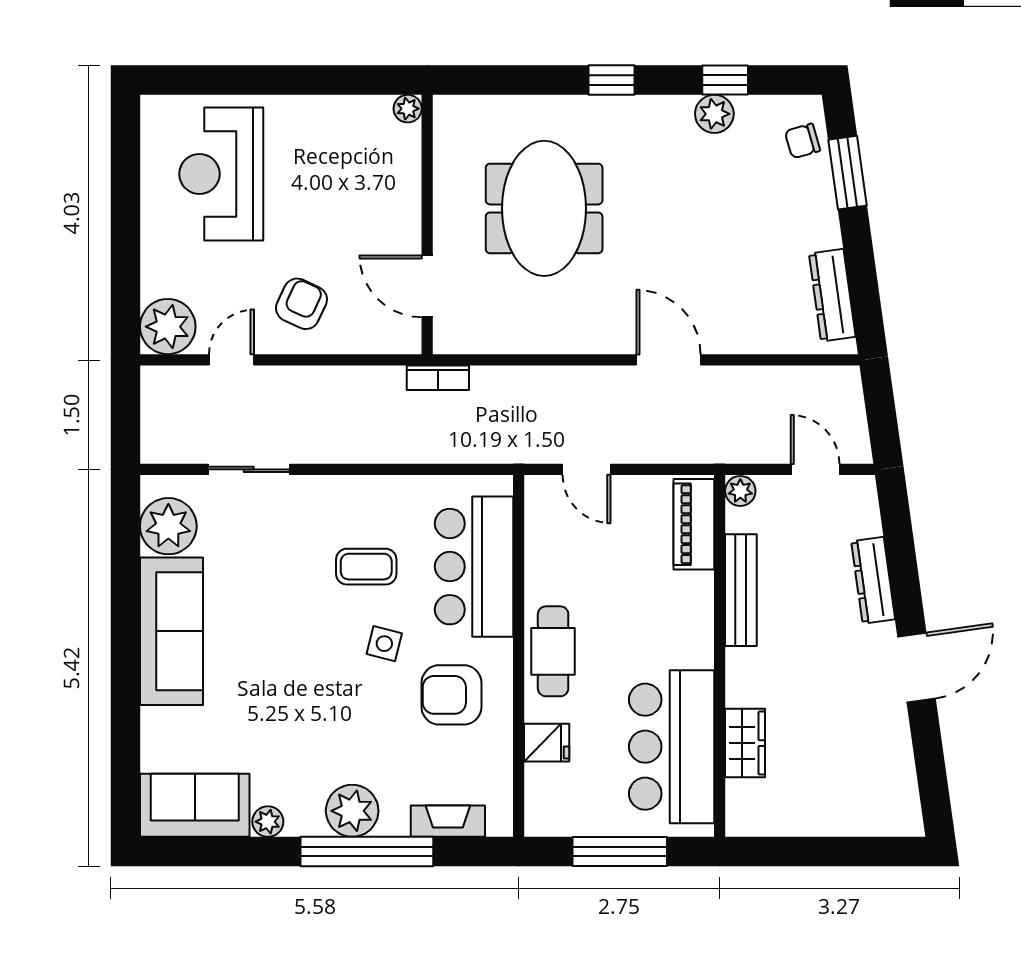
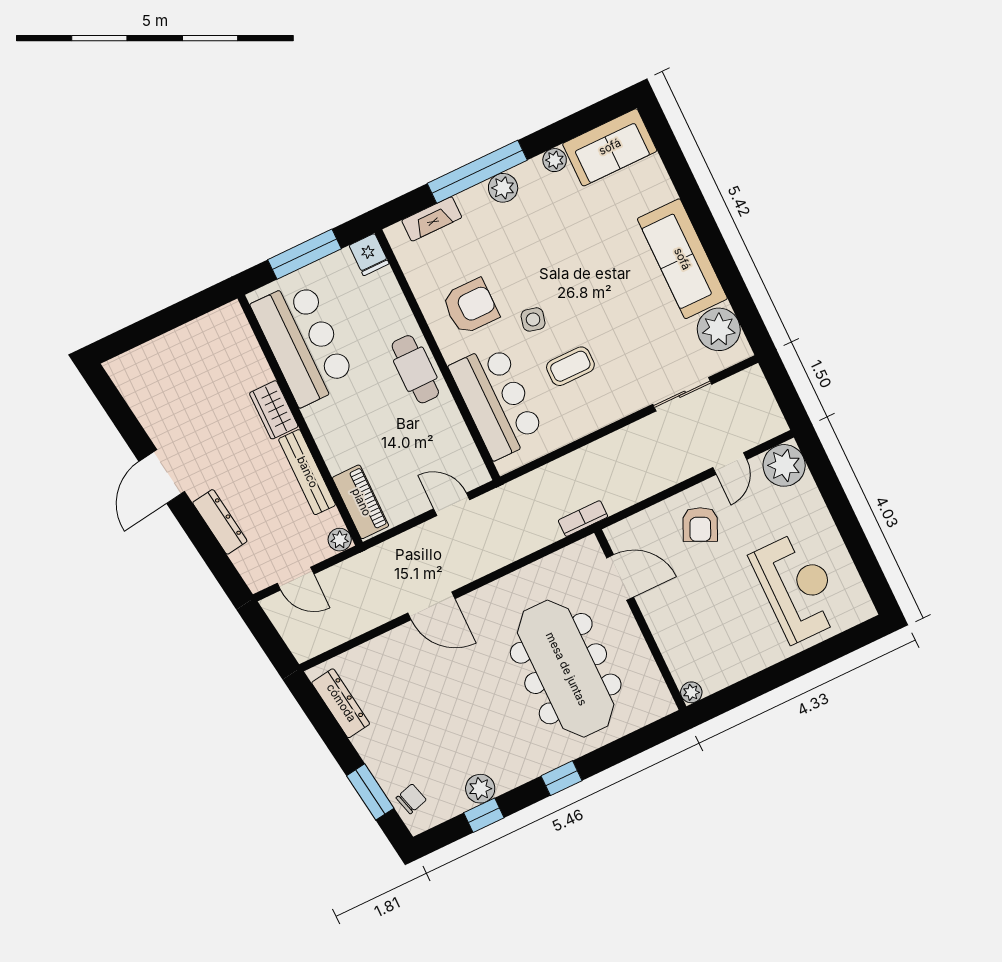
meeting table: (544, 208) -> (566, 669), width x1.36
fridge: (547, 743) -> (369, 255), moved, turned -90
wardrobe: (745, 743) -> (274, 410), moved
plant: (352, 811) -> (503, 188), width x0.73, depth x0.73

